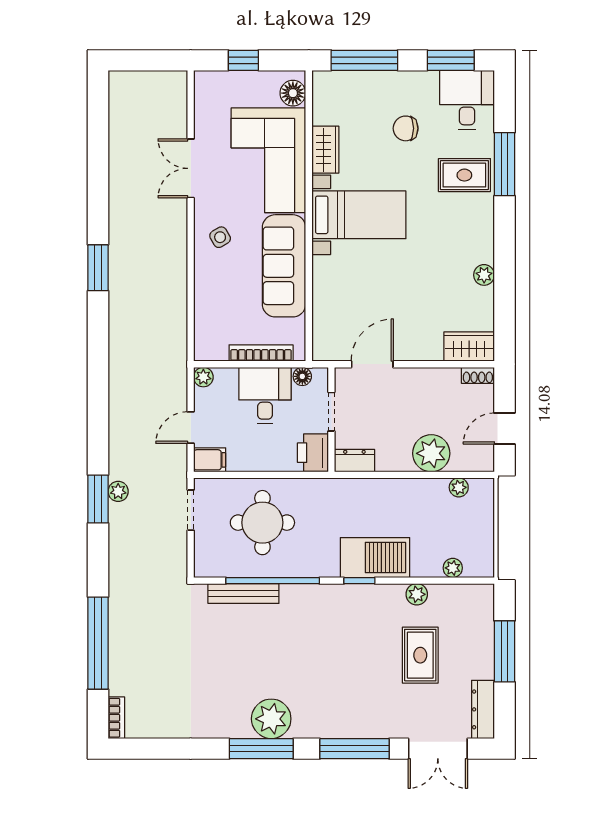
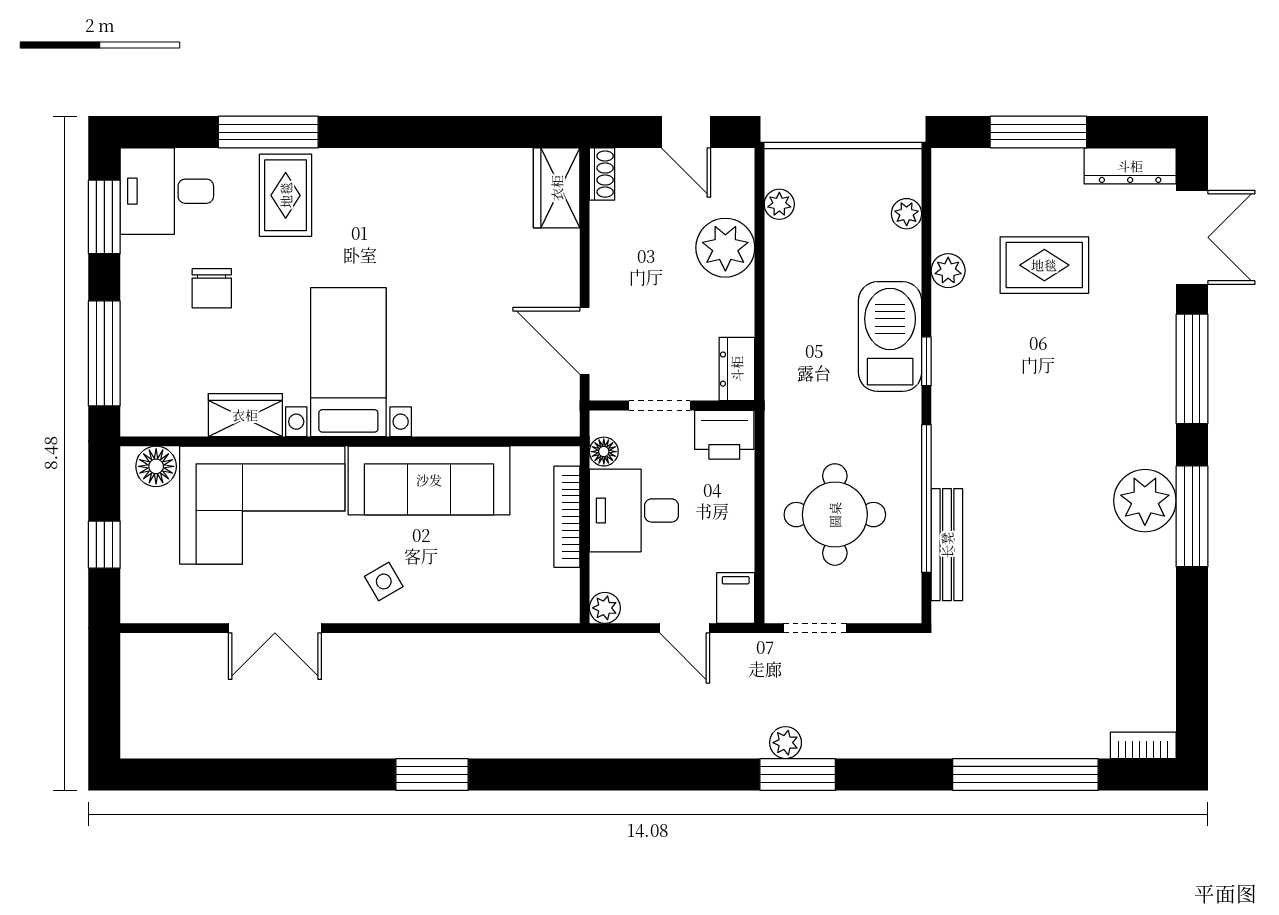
plant: (484, 275) -> (443, 164), removed

